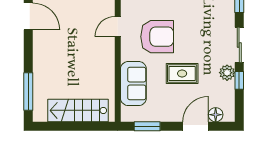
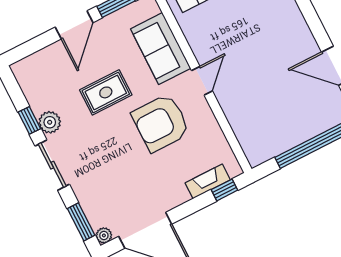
door: (118, 27) -> (202, 81), moved
floor lamp: (216, 115) -> (37, 62), removed
door: (196, 126) -> (74, 25), moved

